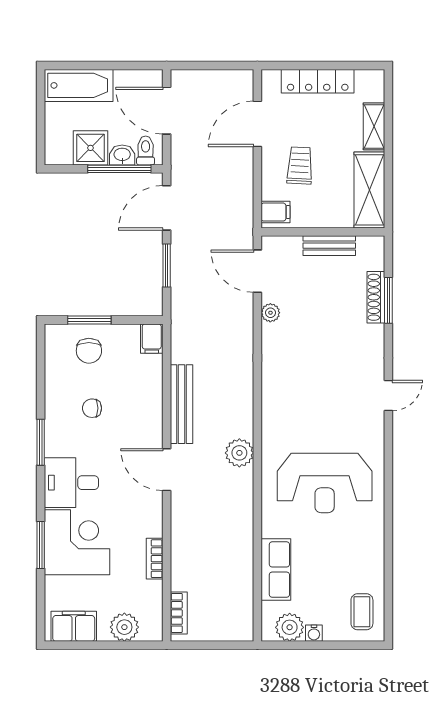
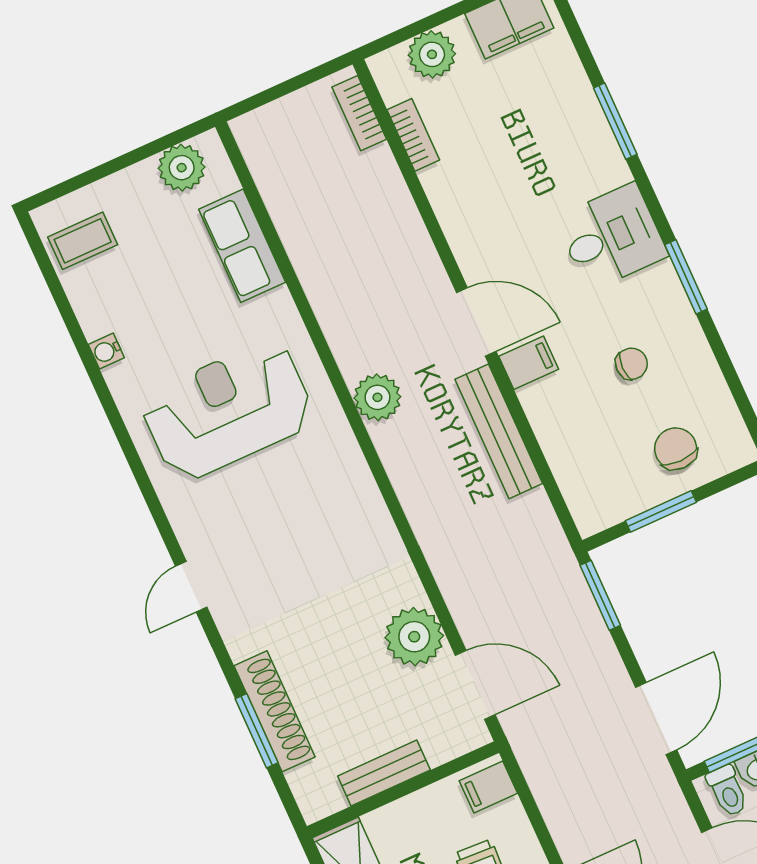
window: (167, 265) -> (600, 595), moved
shoe rack: (376, 297) -> (274, 711), width x1.36, depth x1.24
plant: (270, 313) -> (414, 637), width x1.88, depth x1.88
window: (89, 320) -> (661, 511), moved
filing cabinet: (152, 339) -> (529, 363), moved, turned 90
corner desk: (77, 542) -> (562, 150), removed
bookcase: (155, 559) -> (413, 135), moved
coffee table: (362, 612) -> (83, 241), turned 90
water cooler: (314, 633) -> (106, 351), moved, turned -90

